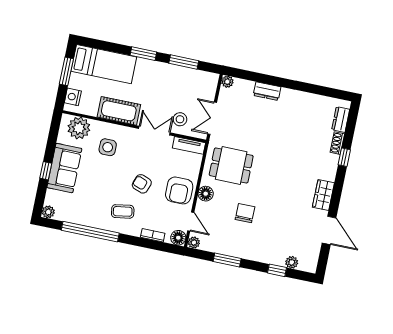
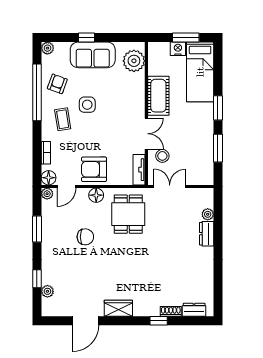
plant: (227, 82) -> (208, 214), moved
nightstand: (73, 97) -> (178, 49), moved
side table: (108, 147) -> (87, 105), moved
armchair: (142, 184) -> (57, 84), moved

